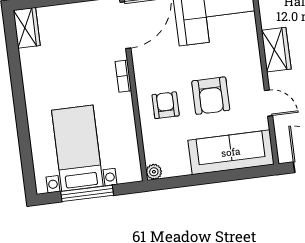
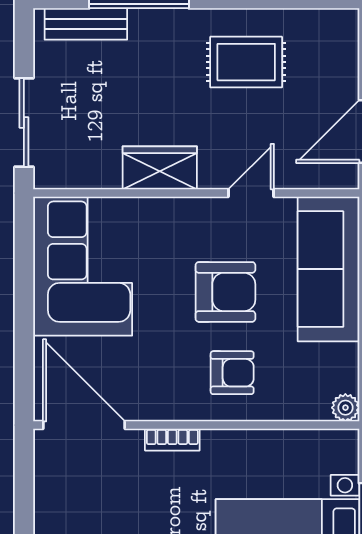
armchair: (166, 105) -> (232, 373), turned 180

